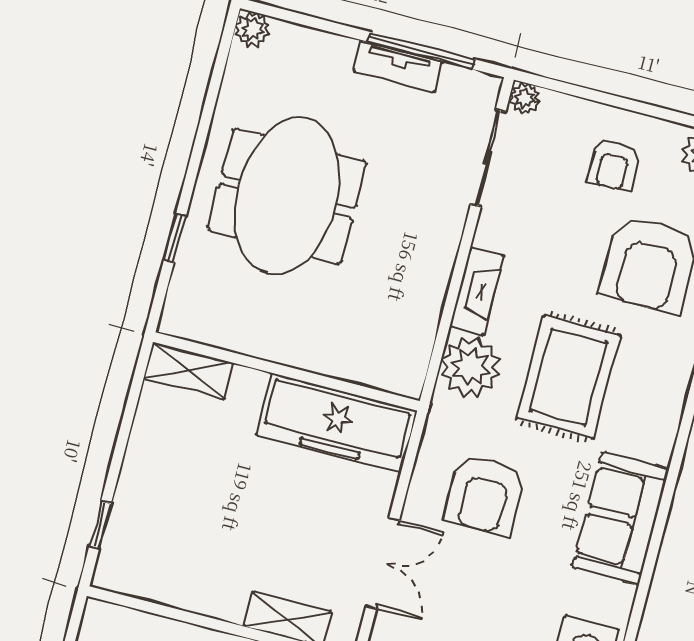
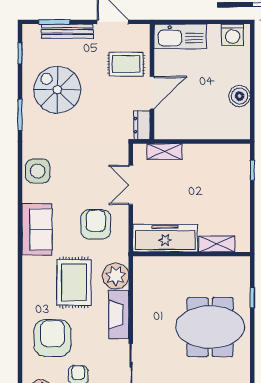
meeting table: (287, 196) -> (210, 327), turned 90
fireplace: (477, 291) -> (119, 315), width x1.37, depth x1.32
shelving: (188, 370) -> (217, 244), moved

